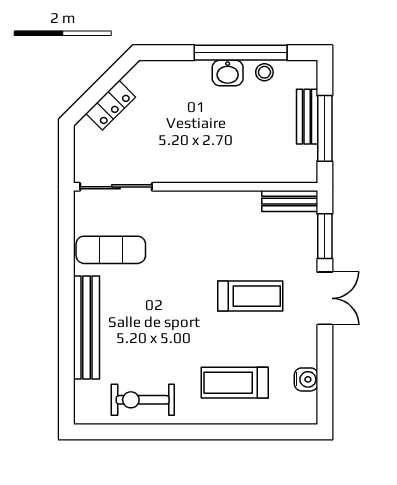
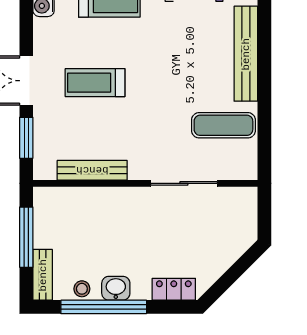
locker: (111, 105) -> (174, 289), moved, turned 45
bench: (307, 117) -> (43, 275), moved
sliding door: (116, 187) -> (184, 183), moved
bench: (290, 201) -> (92, 170), moved, width x1.36

